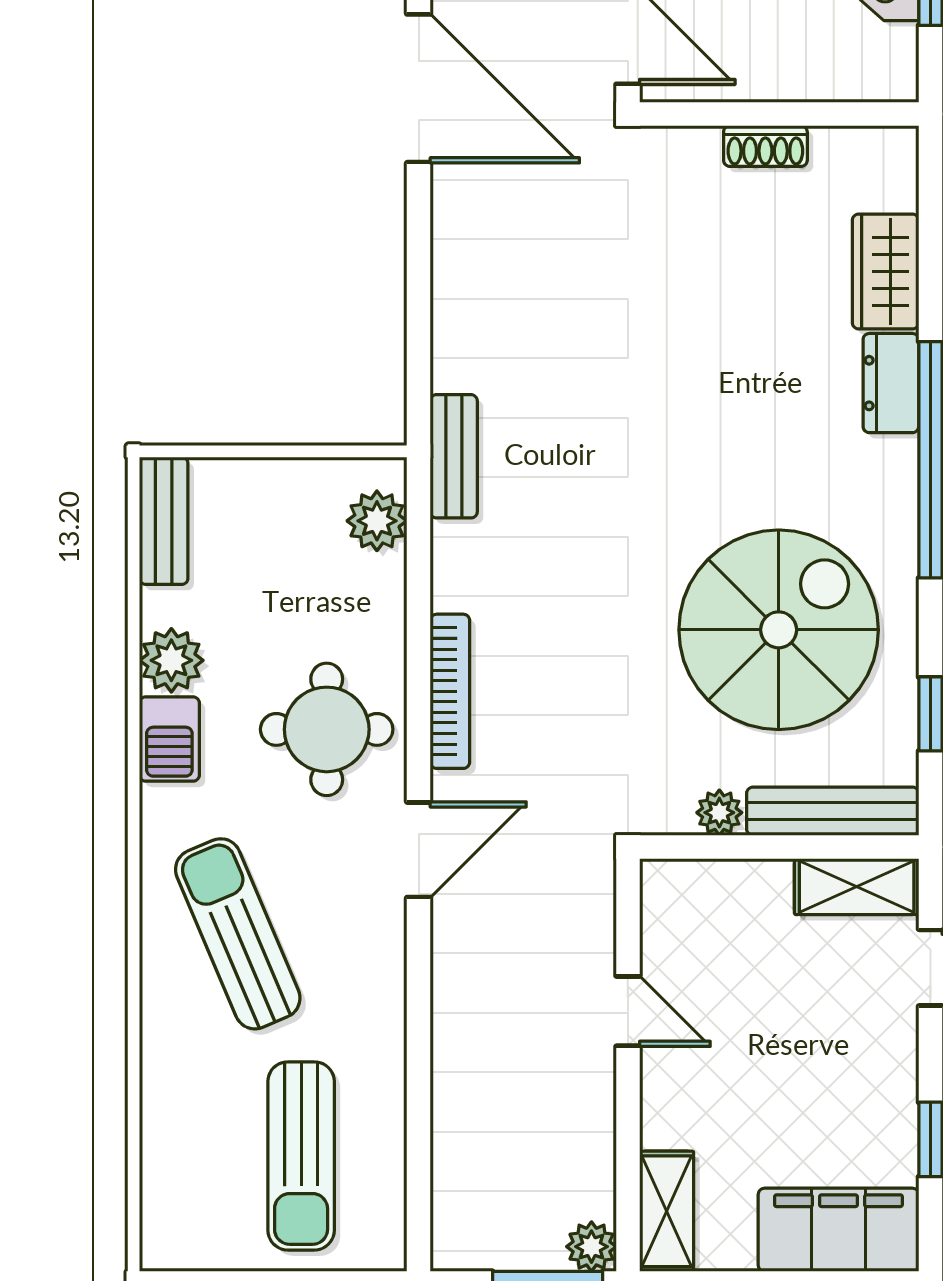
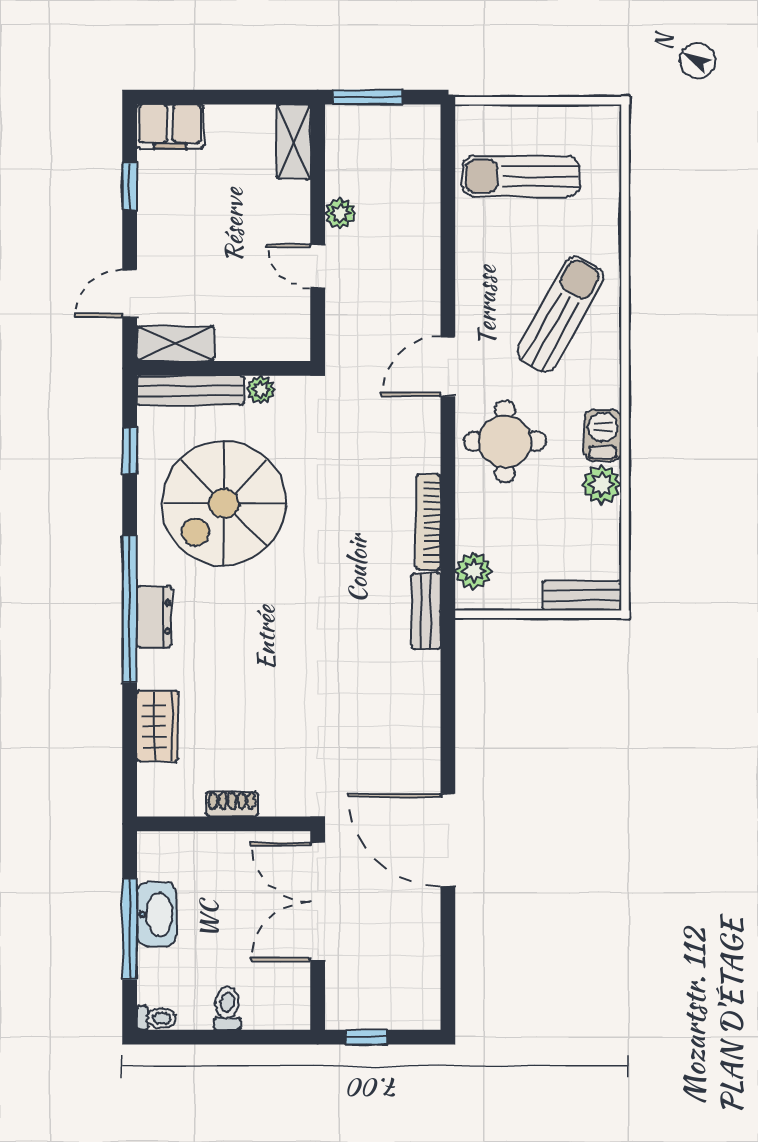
dresser: (891, 383) -> (154, 617), moved
bench: (164, 521) -> (582, 595), moved, turned 90
bookcase: (450, 691) -> (428, 522), moved
sun lounger: (238, 934) -> (560, 314), turned -128
sun lounger: (301, 1156) -> (521, 176), turned -90
filing cabinet: (838, 1230) -> (170, 127), width x0.67, depth x0.86
plant: (591, 1247) -> (340, 213), moved

